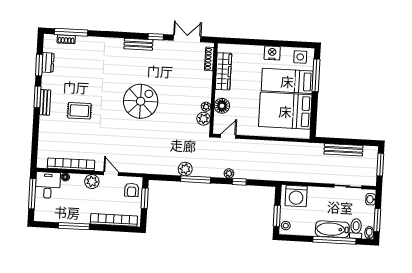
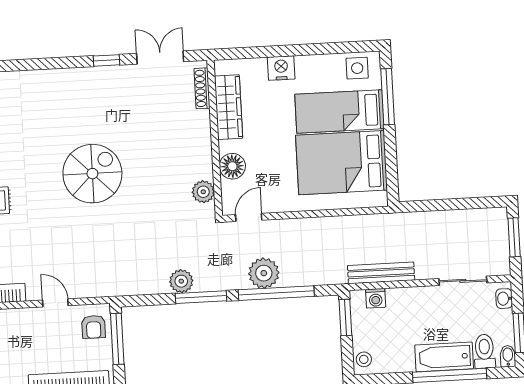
bench: (138, 44) -> (78, 77), removed
nightstand: (272, 53) -> (281, 68), moved
plant: (206, 107) -> (205, 171), removed
bench: (343, 150) -> (381, 273), moved
plant: (229, 173) -> (264, 273), width x1.87, depth x1.87
plant: (92, 182) -> (24, 320), removed
window: (239, 182) -> (276, 293), width x3.17
washing machine: (296, 196) -> (376, 298), width x0.53, depth x0.53
window: (145, 198) -> (117, 339), width x1.44
window: (277, 216) -> (345, 317), moved

